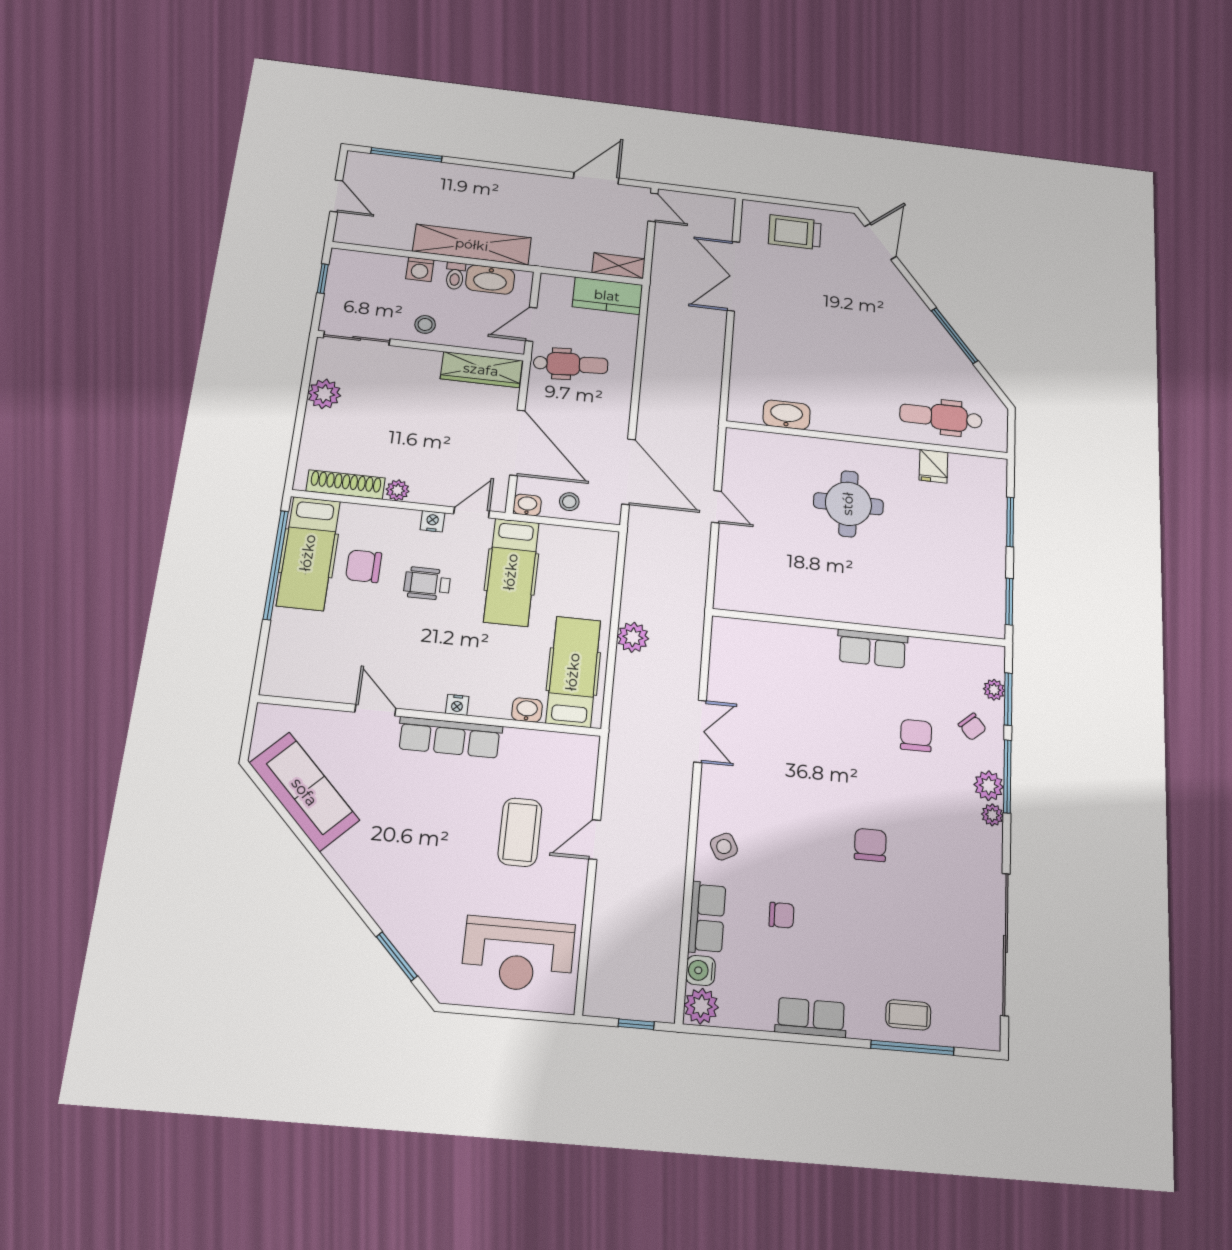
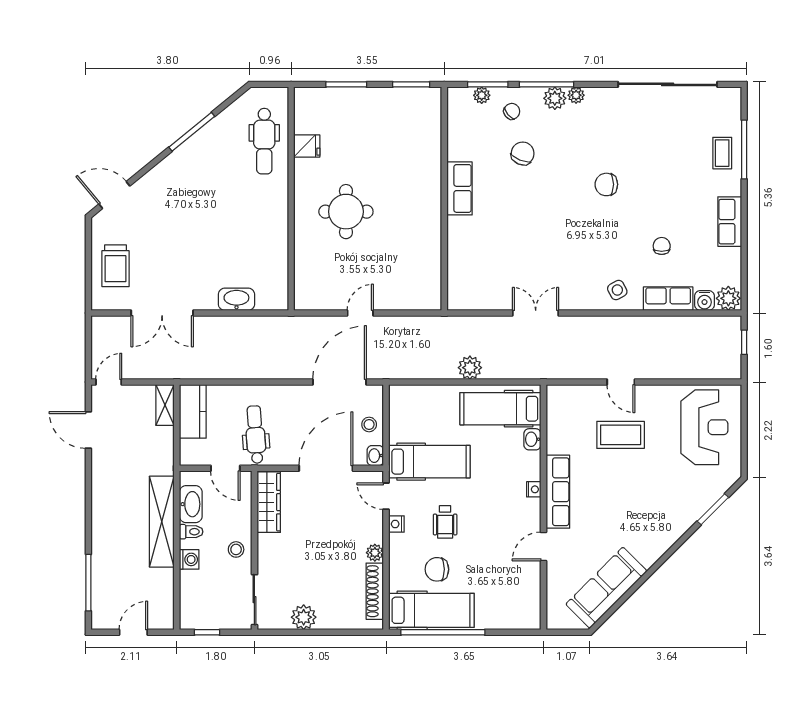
washbasin: (786, 415) -> (236, 299), moved, turned 90
chair: (364, 566) -> (437, 569), turned 90
chair: (916, 735) -> (523, 153), turned 113

